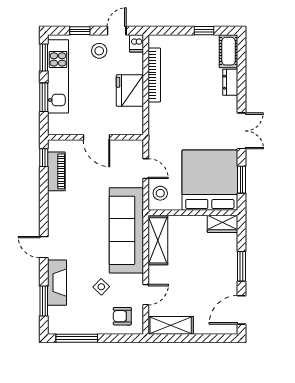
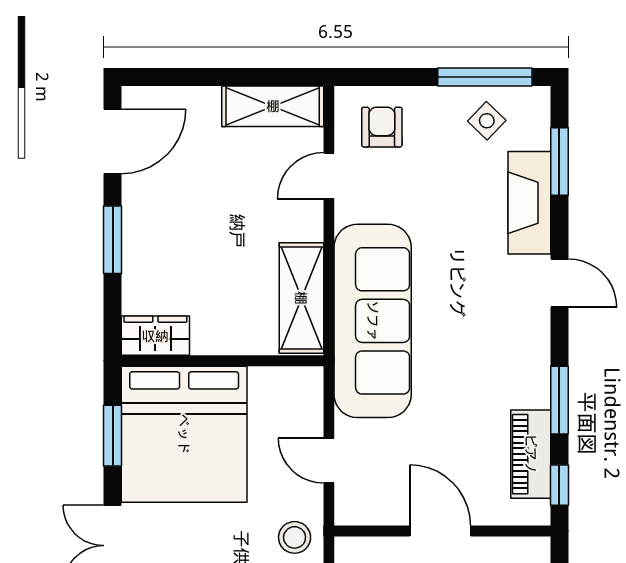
stool: (160, 193) -> (295, 537), moved
window: (44, 195) -> (559, 400), added
side table: (101, 287) -> (487, 121), moved
armchair: (122, 316) -> (382, 127), turned -90

